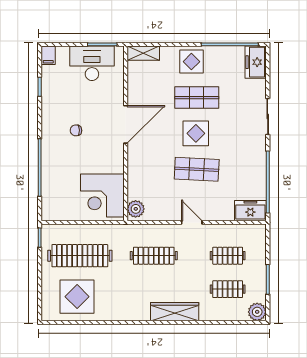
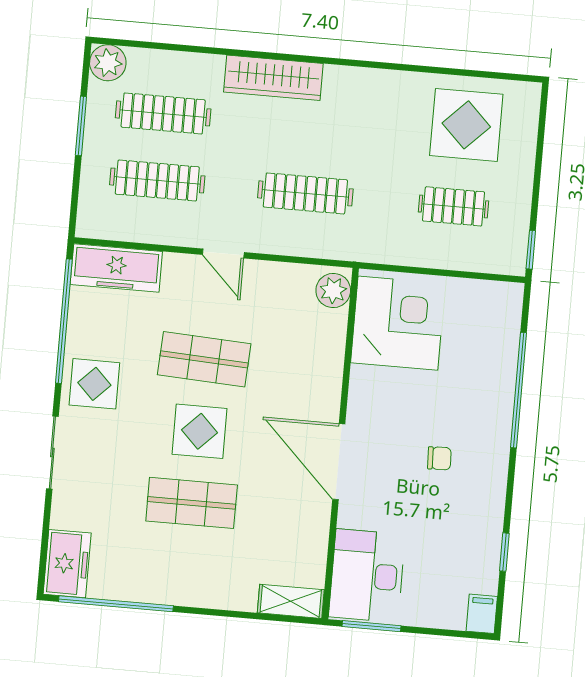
display table: (191, 62) -> (94, 384), moved
desk: (92, 63) -> (367, 576), moved, turned 90
door: (126, 124) -> (339, 462), hinge flipped
freezer: (250, 211) -> (116, 268), width x1.40
clothes rail: (80, 256) -> (454, 206), width x0.54, depth x0.76
clothes rail: (228, 256) -> (157, 180), width x1.36
clothes rail: (228, 289) -> (163, 113), width x1.36

